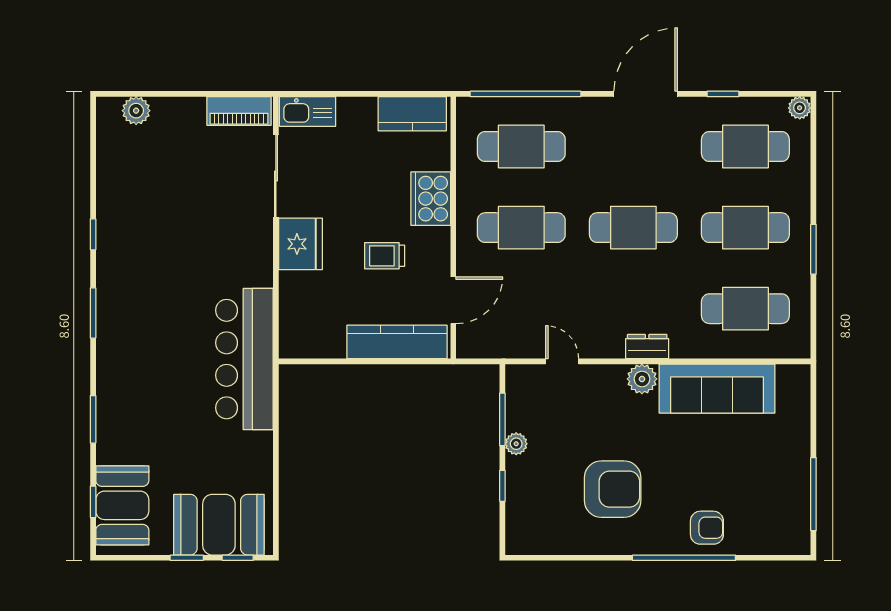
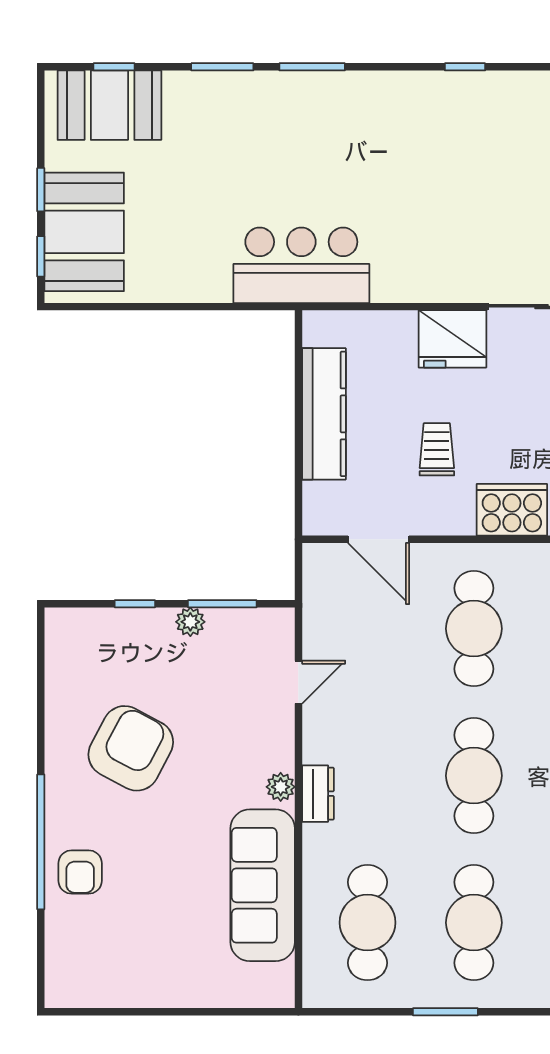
window: (93, 313) -> (312, 67), moved
kitchen counter: (397, 342) -> (324, 414), moved
bar counter: (244, 359) -> (301, 265), width x0.73
plant: (642, 379) -> (281, 787), width x0.73, depth x0.73
armchair: (613, 489) -> (131, 748), turned -152
window: (813, 494) -> (124, 1012), removed

